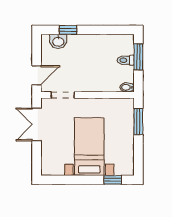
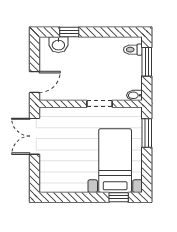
toilet: (126, 60) -> (133, 50), moved
doorway: (63, 95) -> (100, 104), moved
bed with nightstands: (89, 147) -> (115, 161), moved

